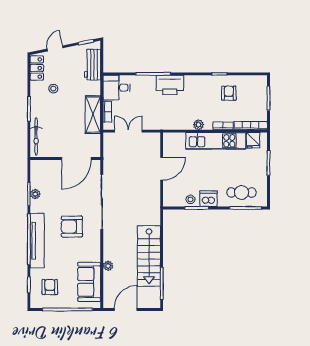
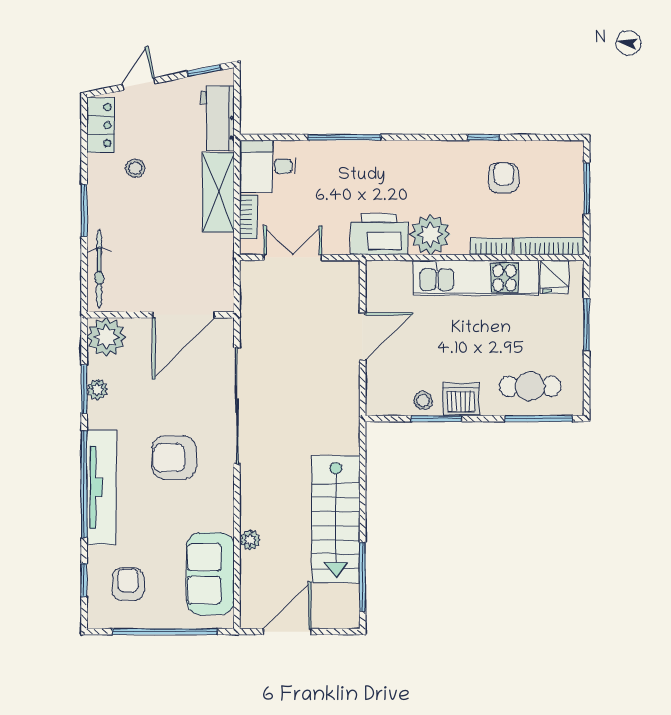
printer: (170, 85) -> (379, 234), moved, turned 180
shelving: (93, 115) -> (218, 192), moved
plant: (198, 125) -> (430, 235), width x1.88, depth x1.88
plant: (39, 169) -> (106, 337), added

